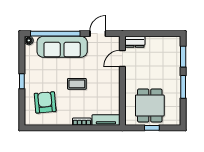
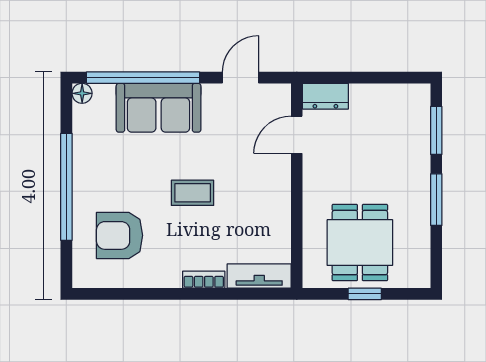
sofa: (62, 47) -> (159, 108), width x0.73
window: (22, 81) -> (66, 187), width x3.17
armchair: (45, 102) -> (120, 235), turned -85

